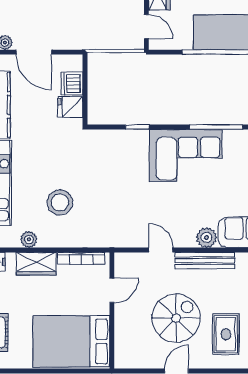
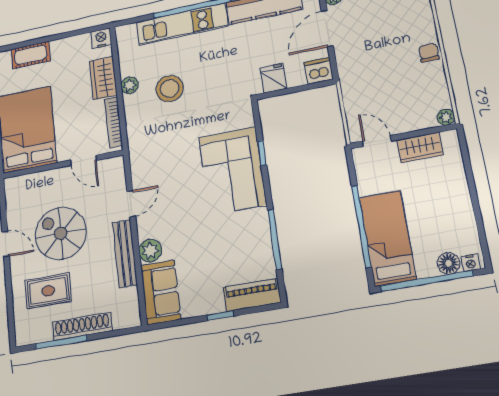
door: (146, 27) -> (377, 141), swing flipped
dishwasher: (72, 83) -> (319, 71), moved
corner sofa: (186, 155) -> (232, 171), moved
plant: (29, 239) -> (130, 85), moved
spiral stairs: (176, 318) -> (61, 233), turned 180

